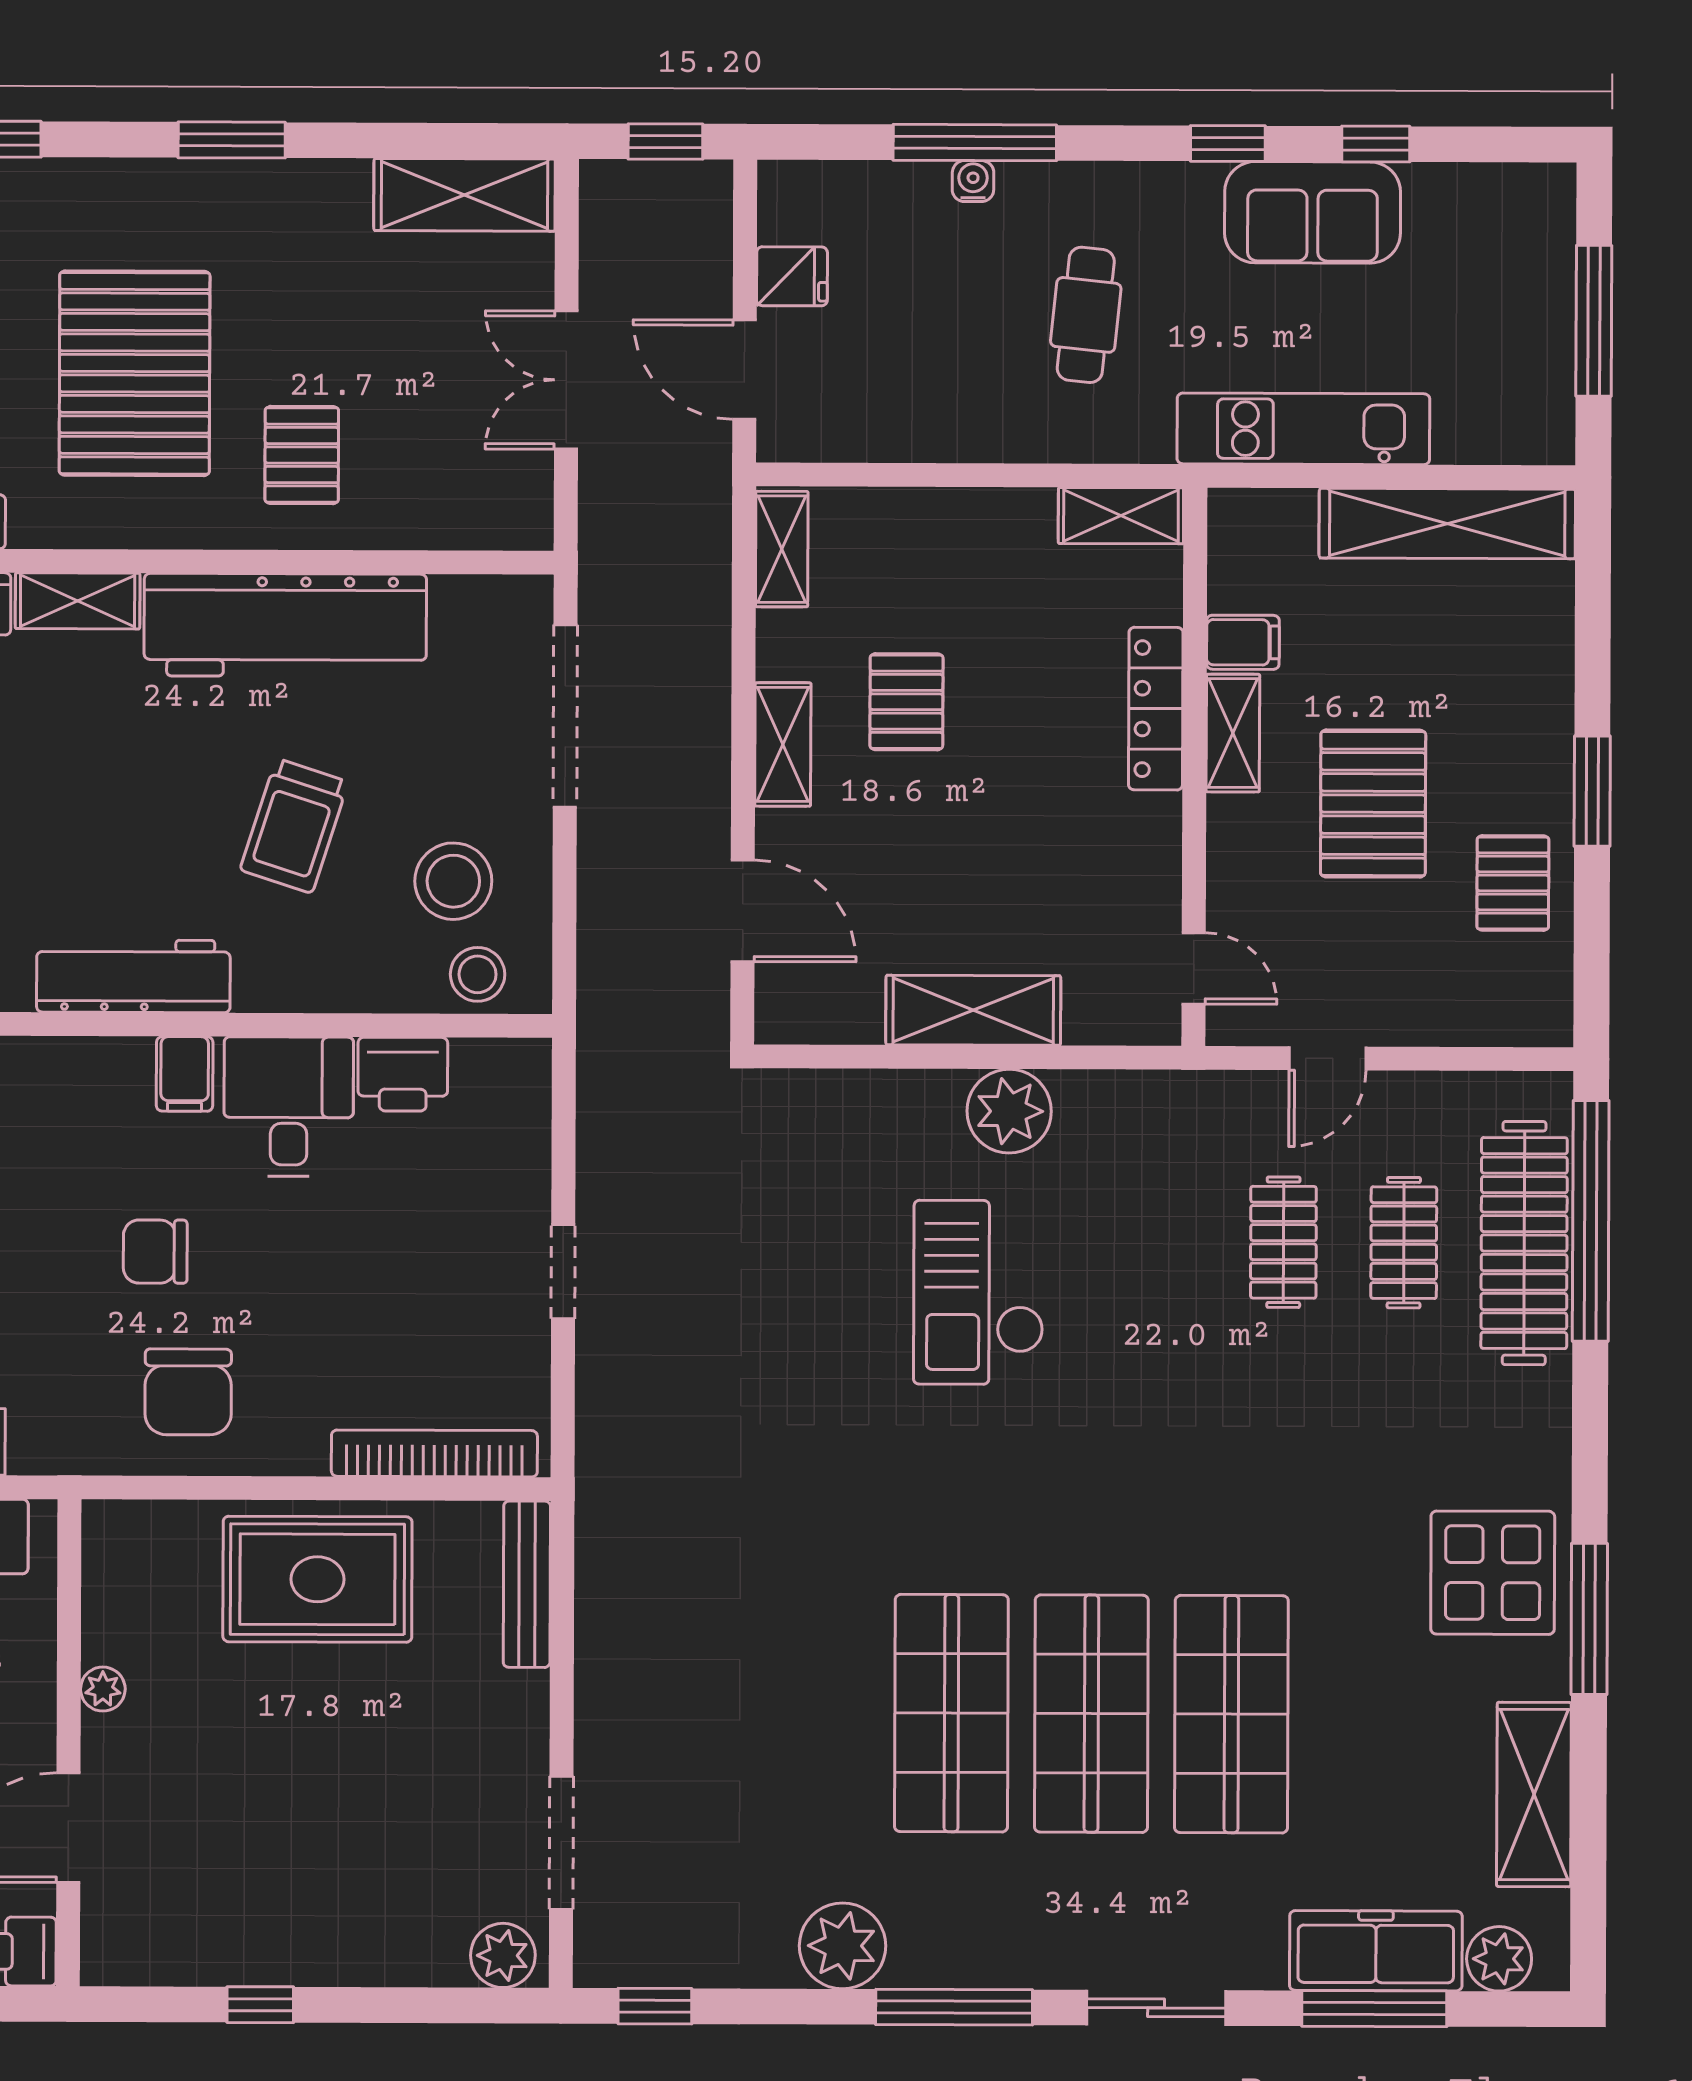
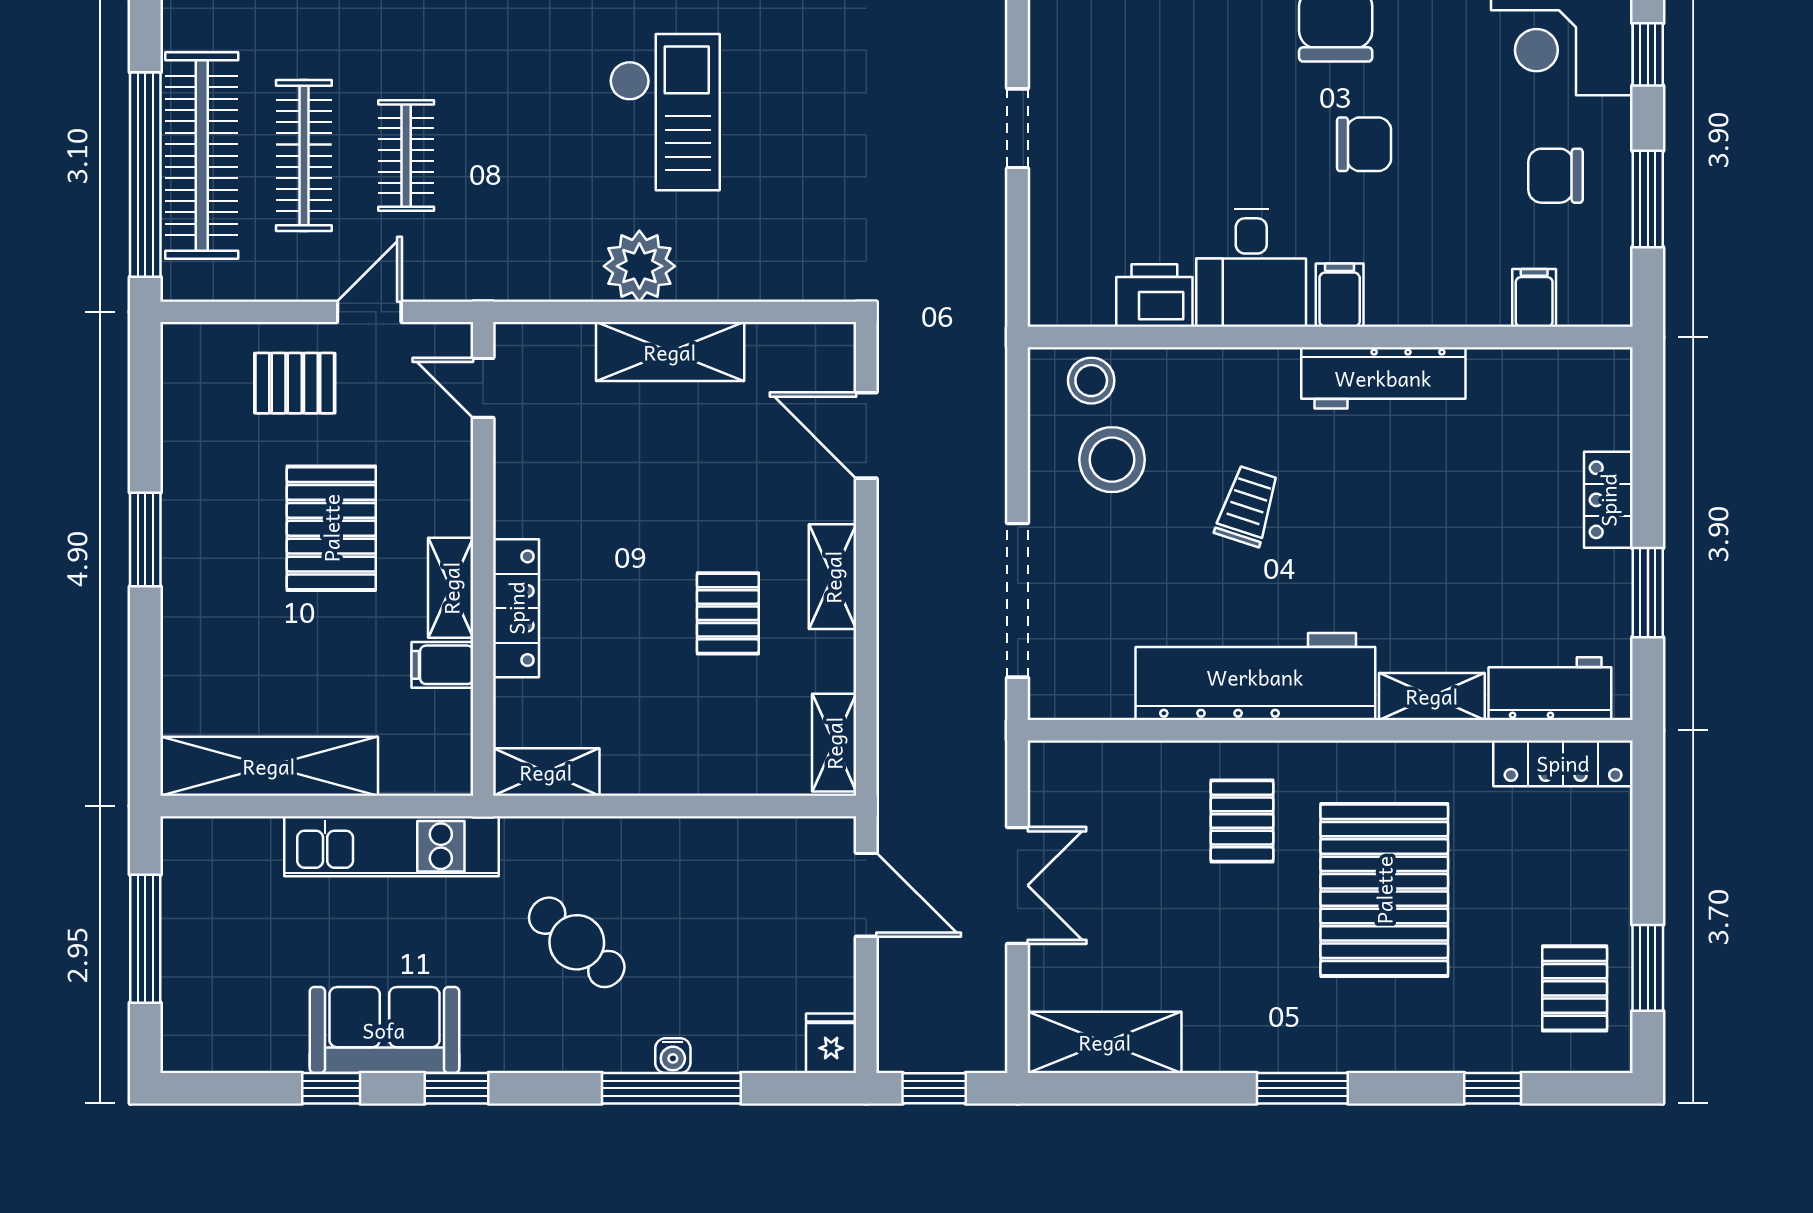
fridge: (792, 276) -> (831, 1043), moved, turned 90
cafe table: (1086, 315) -> (577, 942), turned -54
trolley: (294, 826) -> (1247, 506), width x0.73, depth x0.72
pallet: (1513, 883) -> (295, 383), moved, turned 90
clothes rail: (1404, 1243) -> (304, 156), width x1.36

